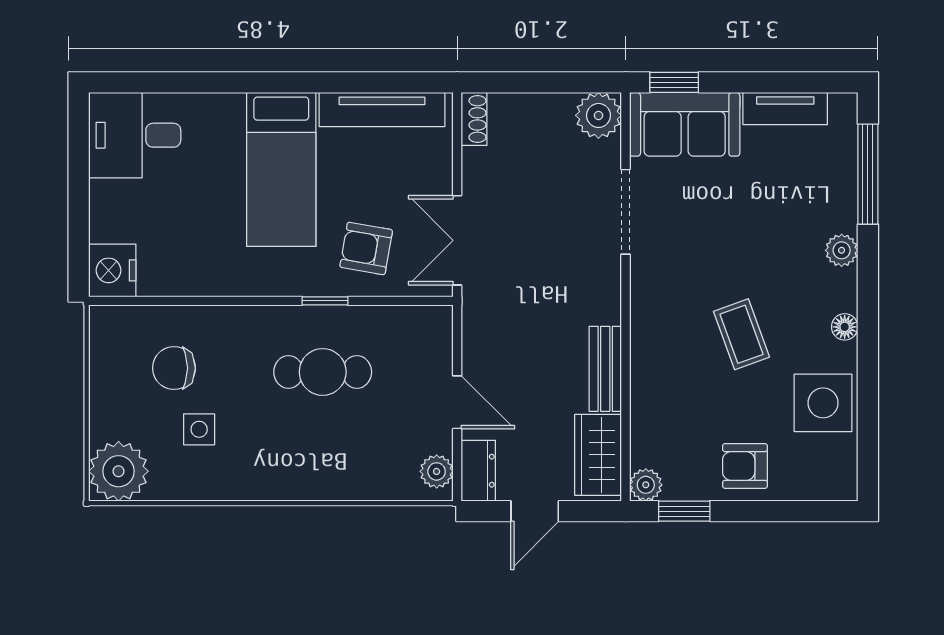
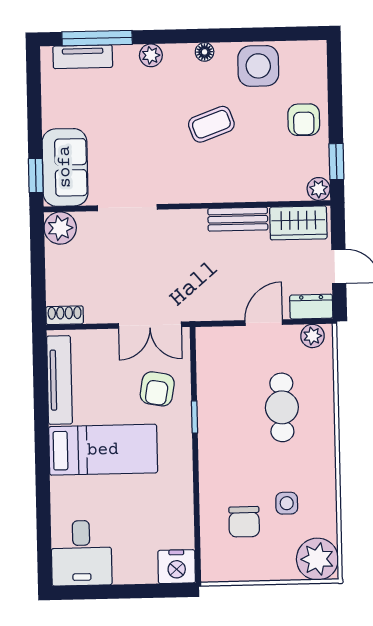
tv unit: (785, 109) -> (83, 57), moved, turned 90
cafe table: (323, 372) -> (282, 407), moved

